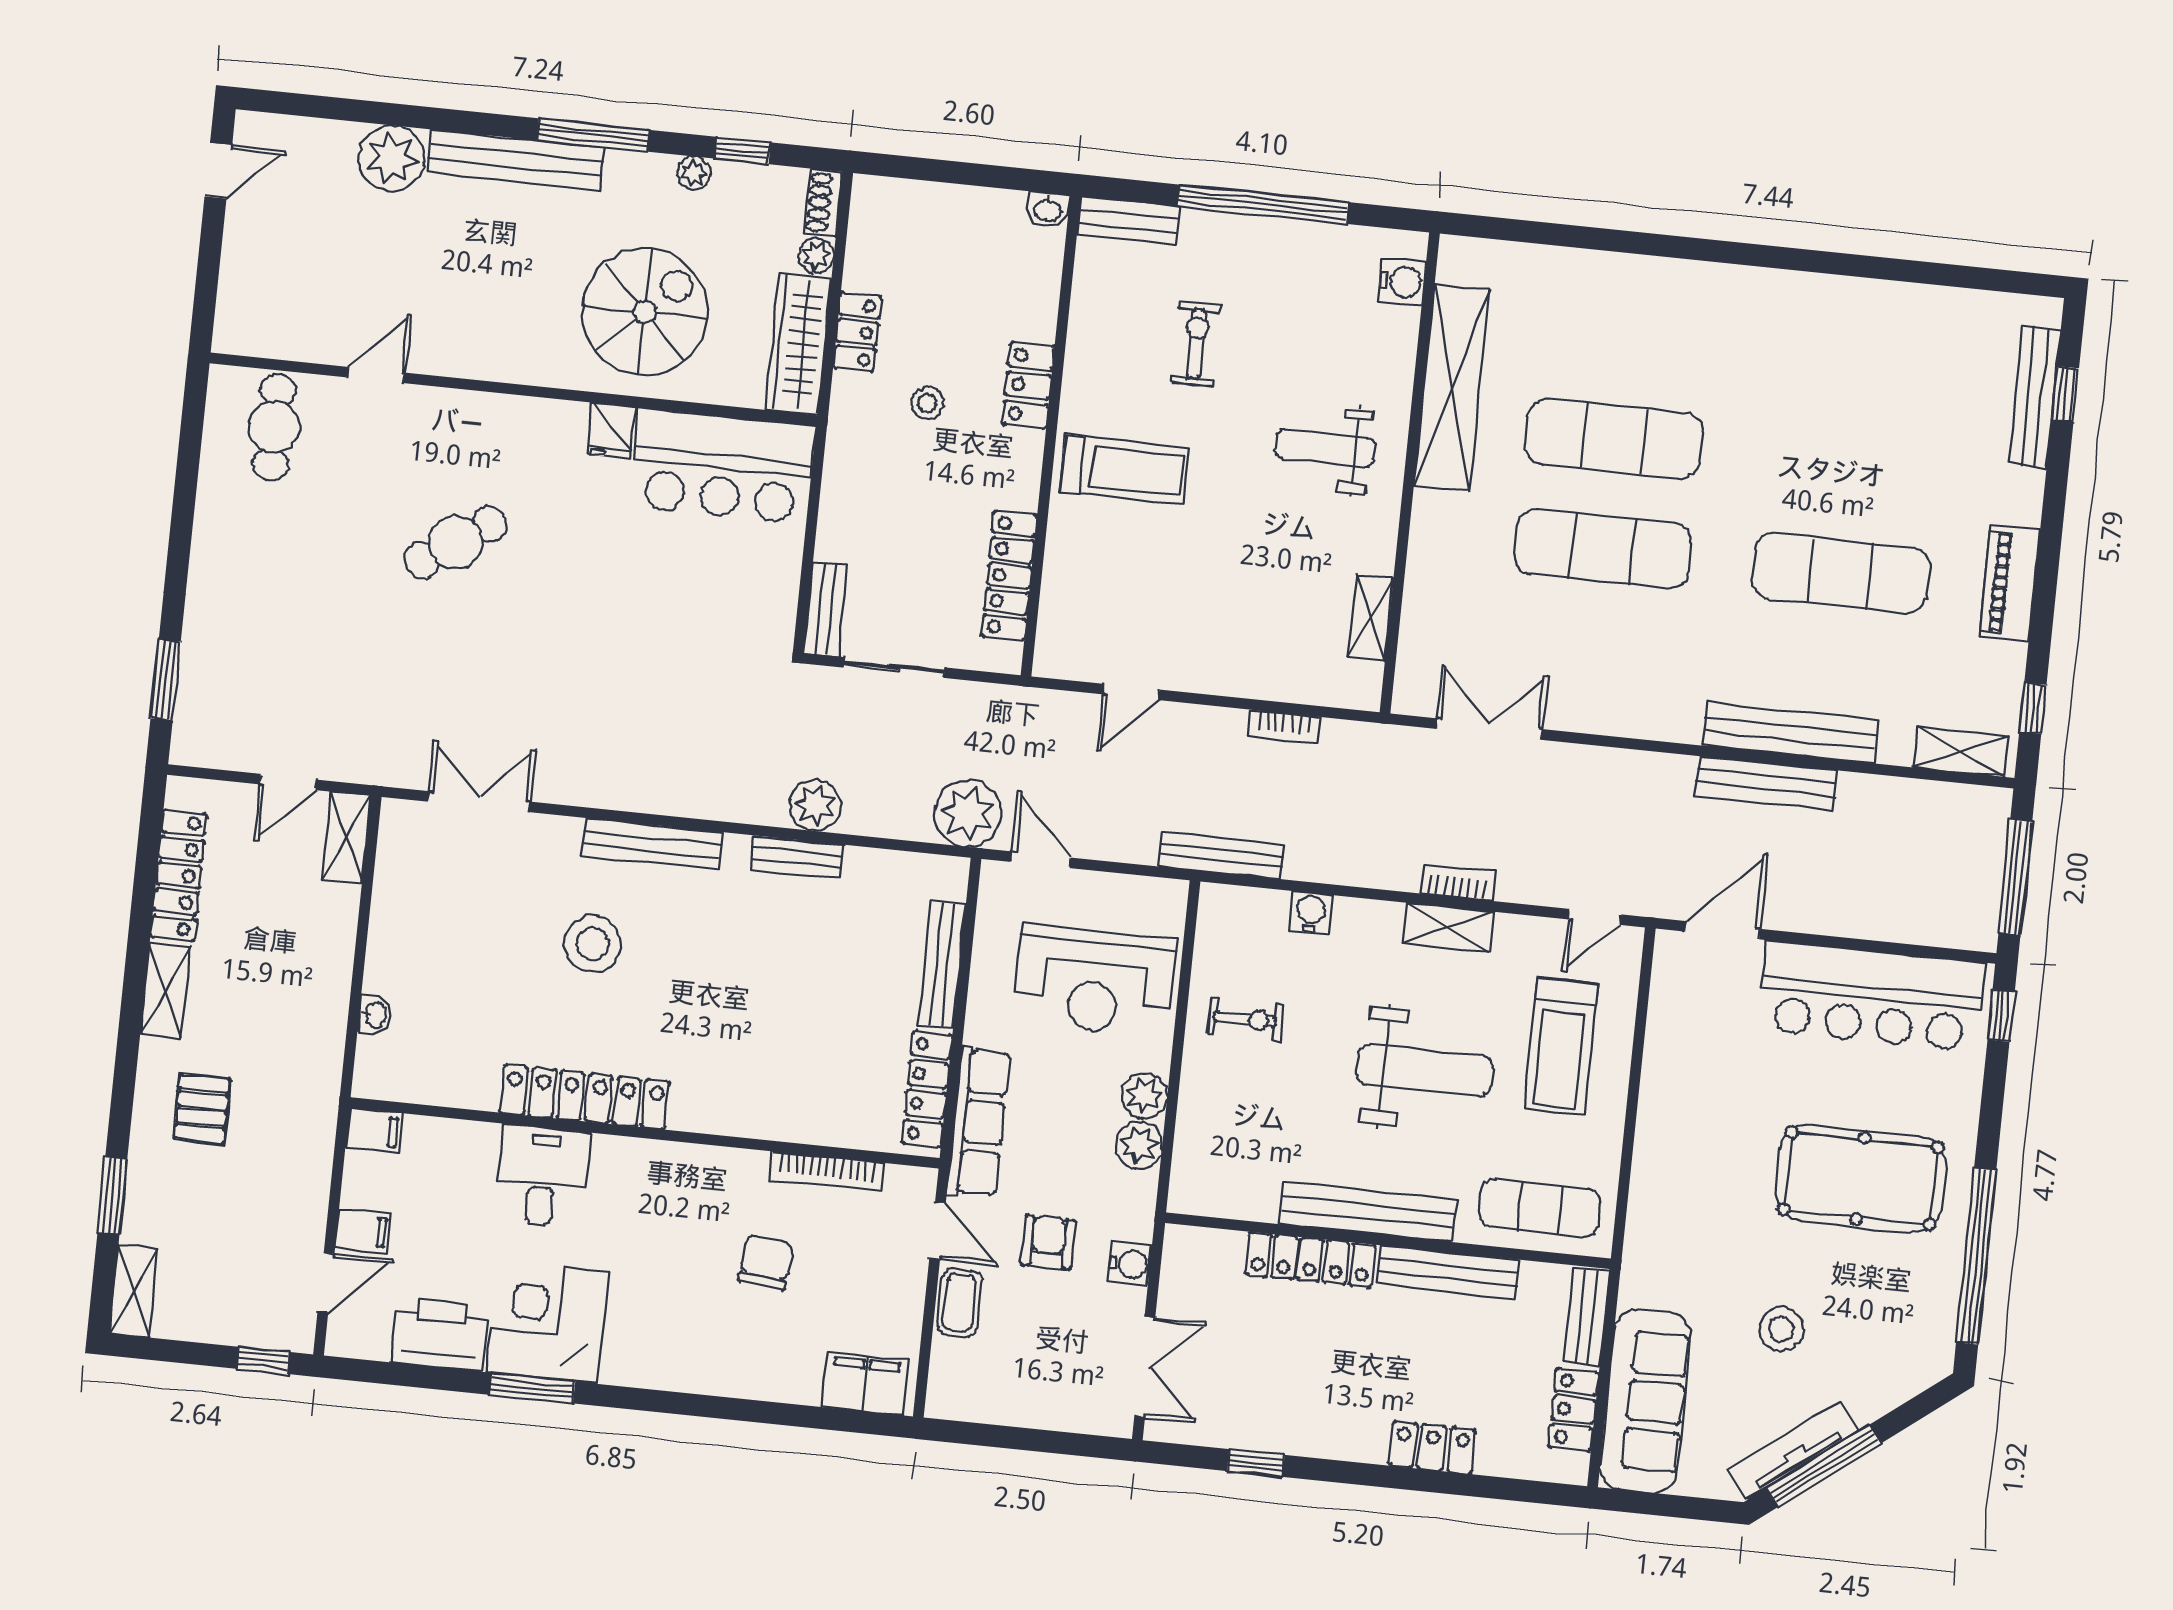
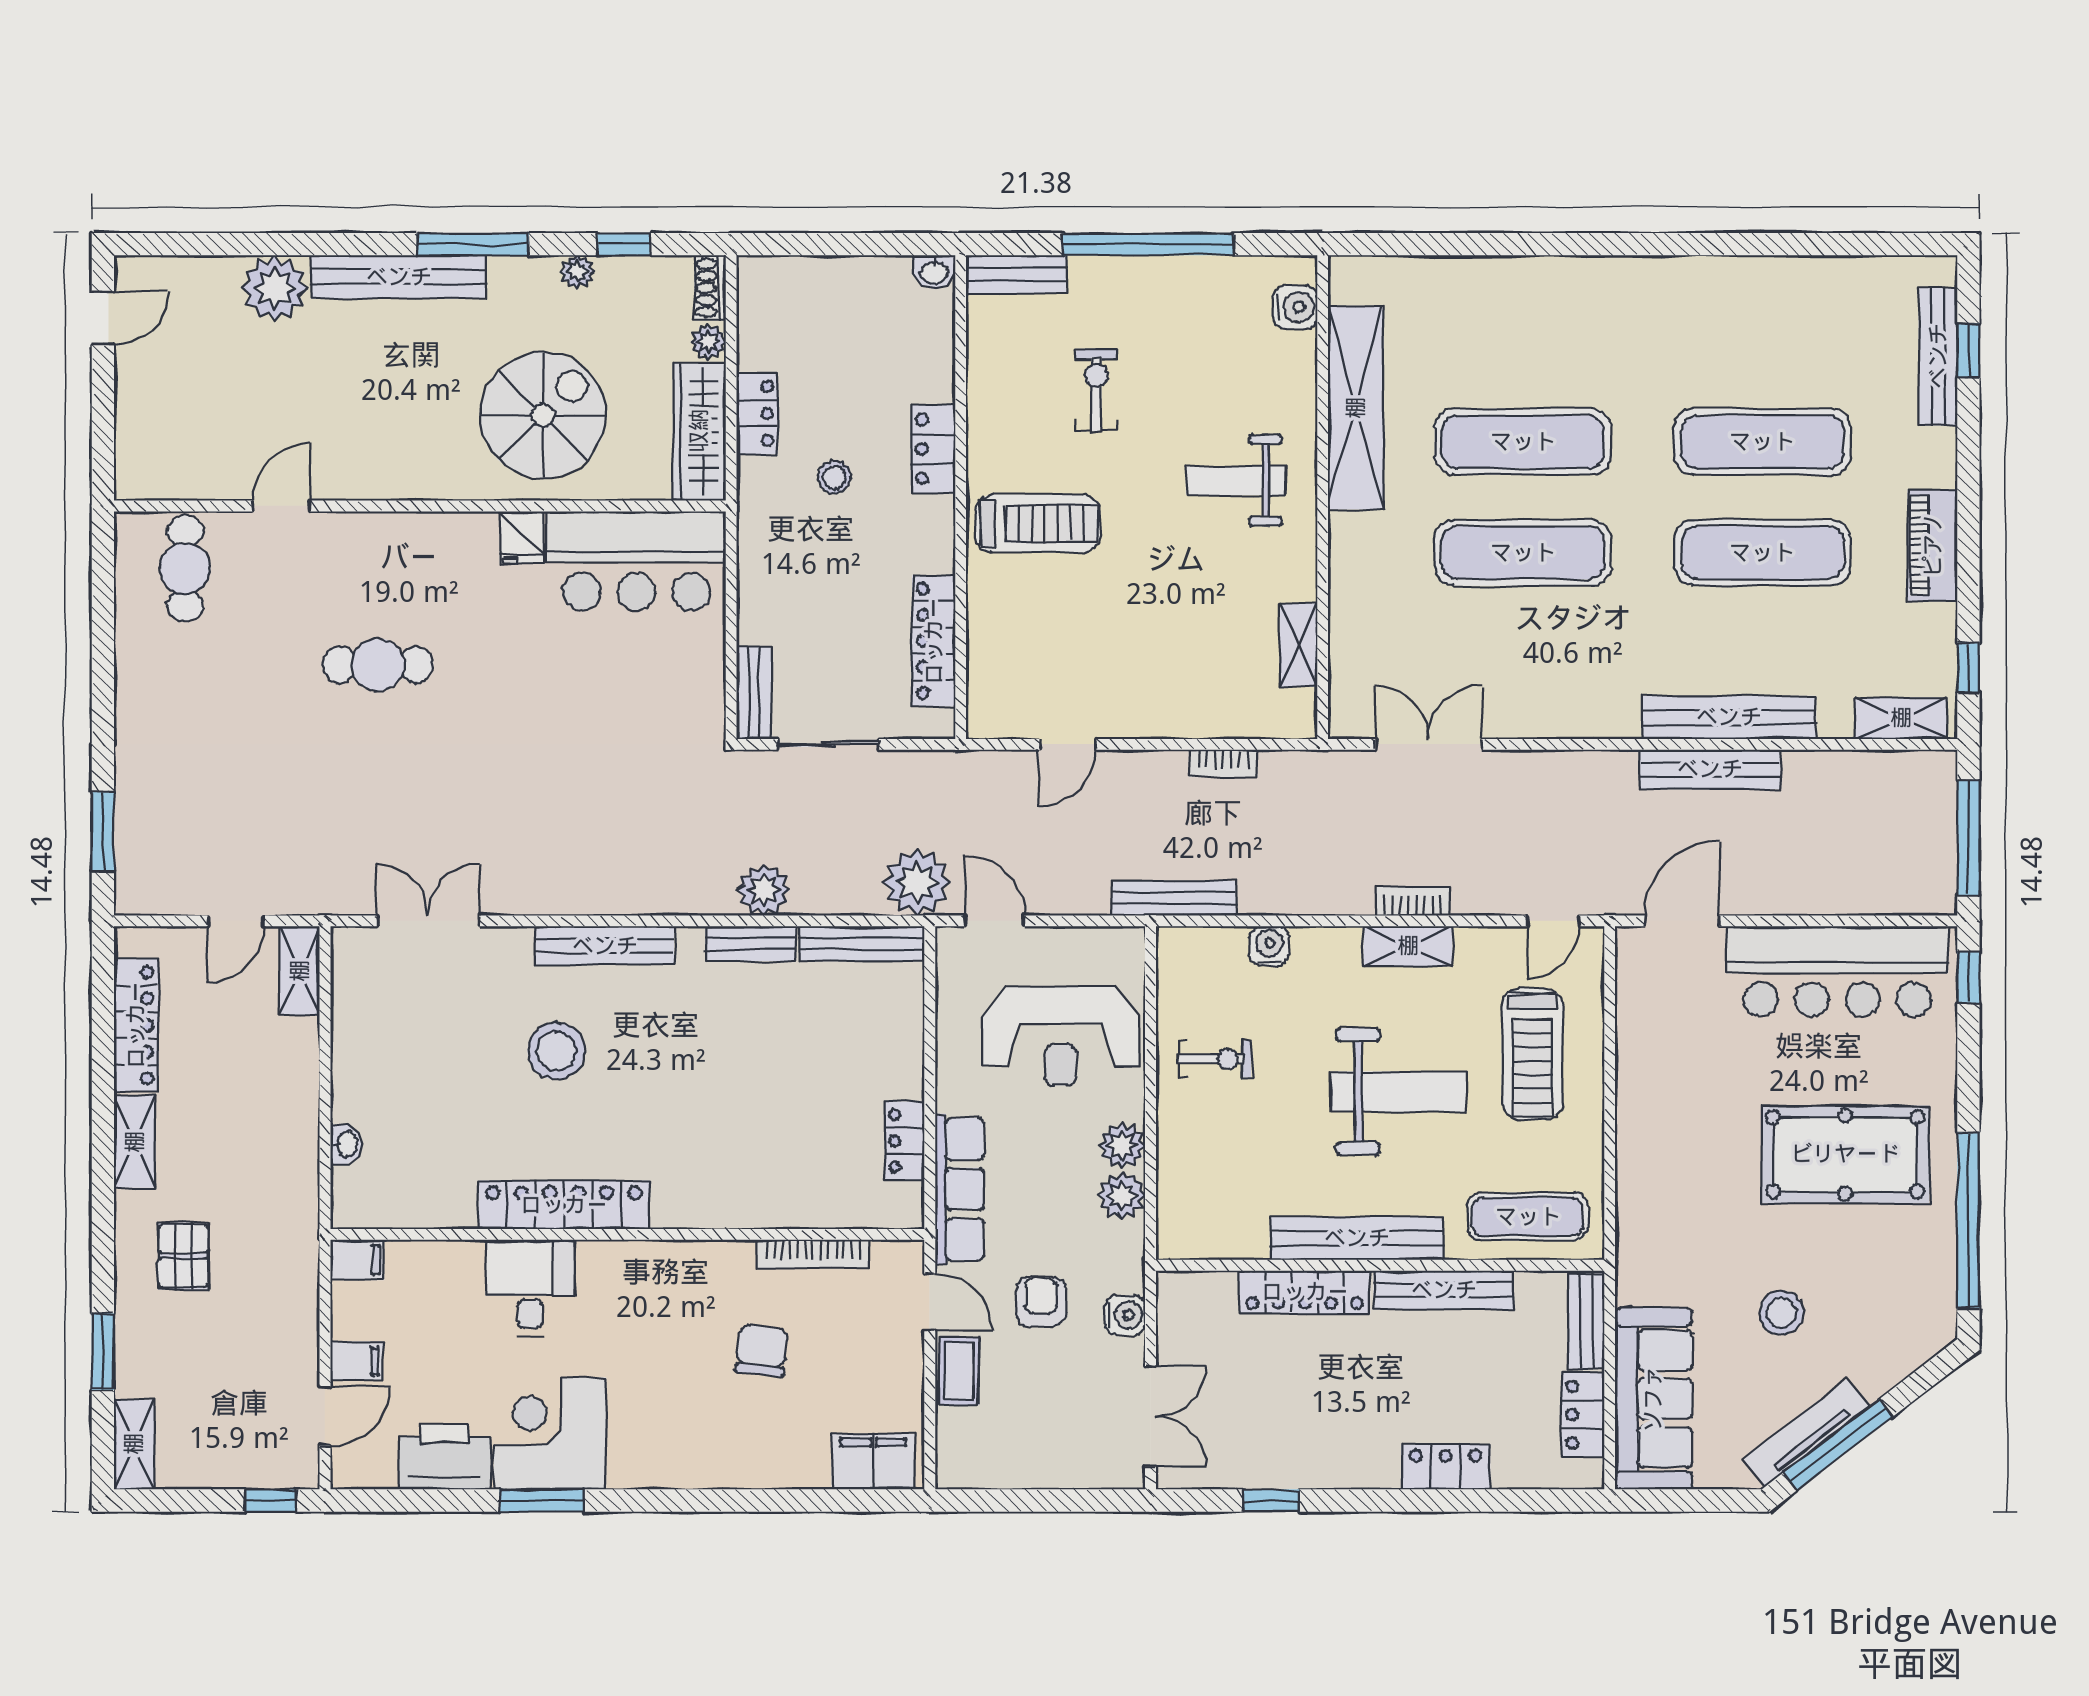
exercise mat: (1852, 463) -> (1762, 442), added
cafe table: (456, 542) -> (378, 665), turned 34
bench: (942, 964) -> (862, 944), moved, turned 90
locker: (927, 1089) -> (905, 1141), width x0.66

